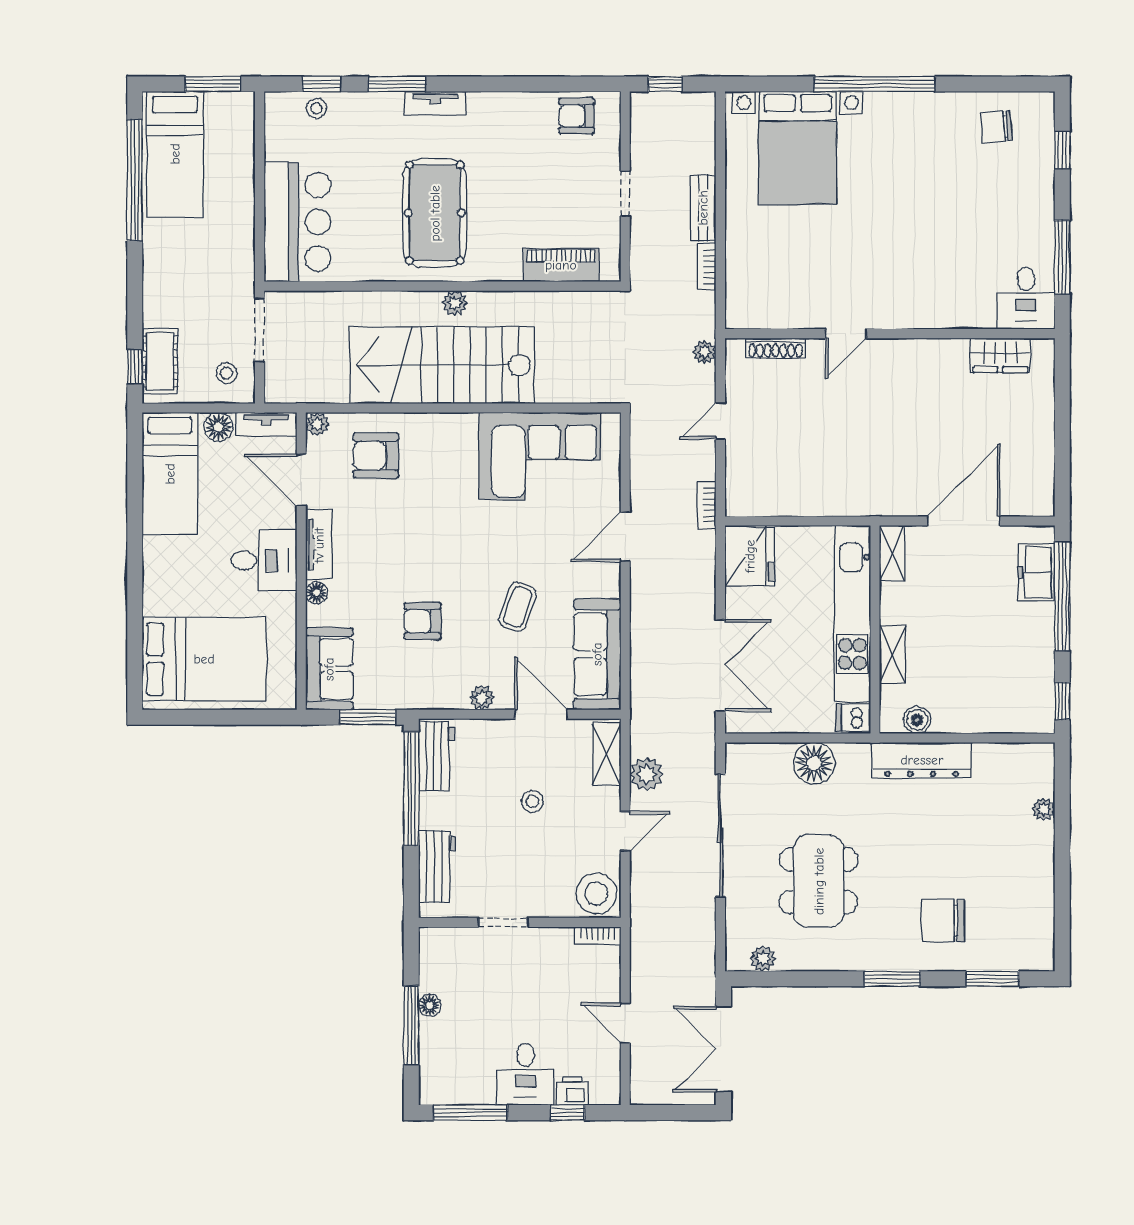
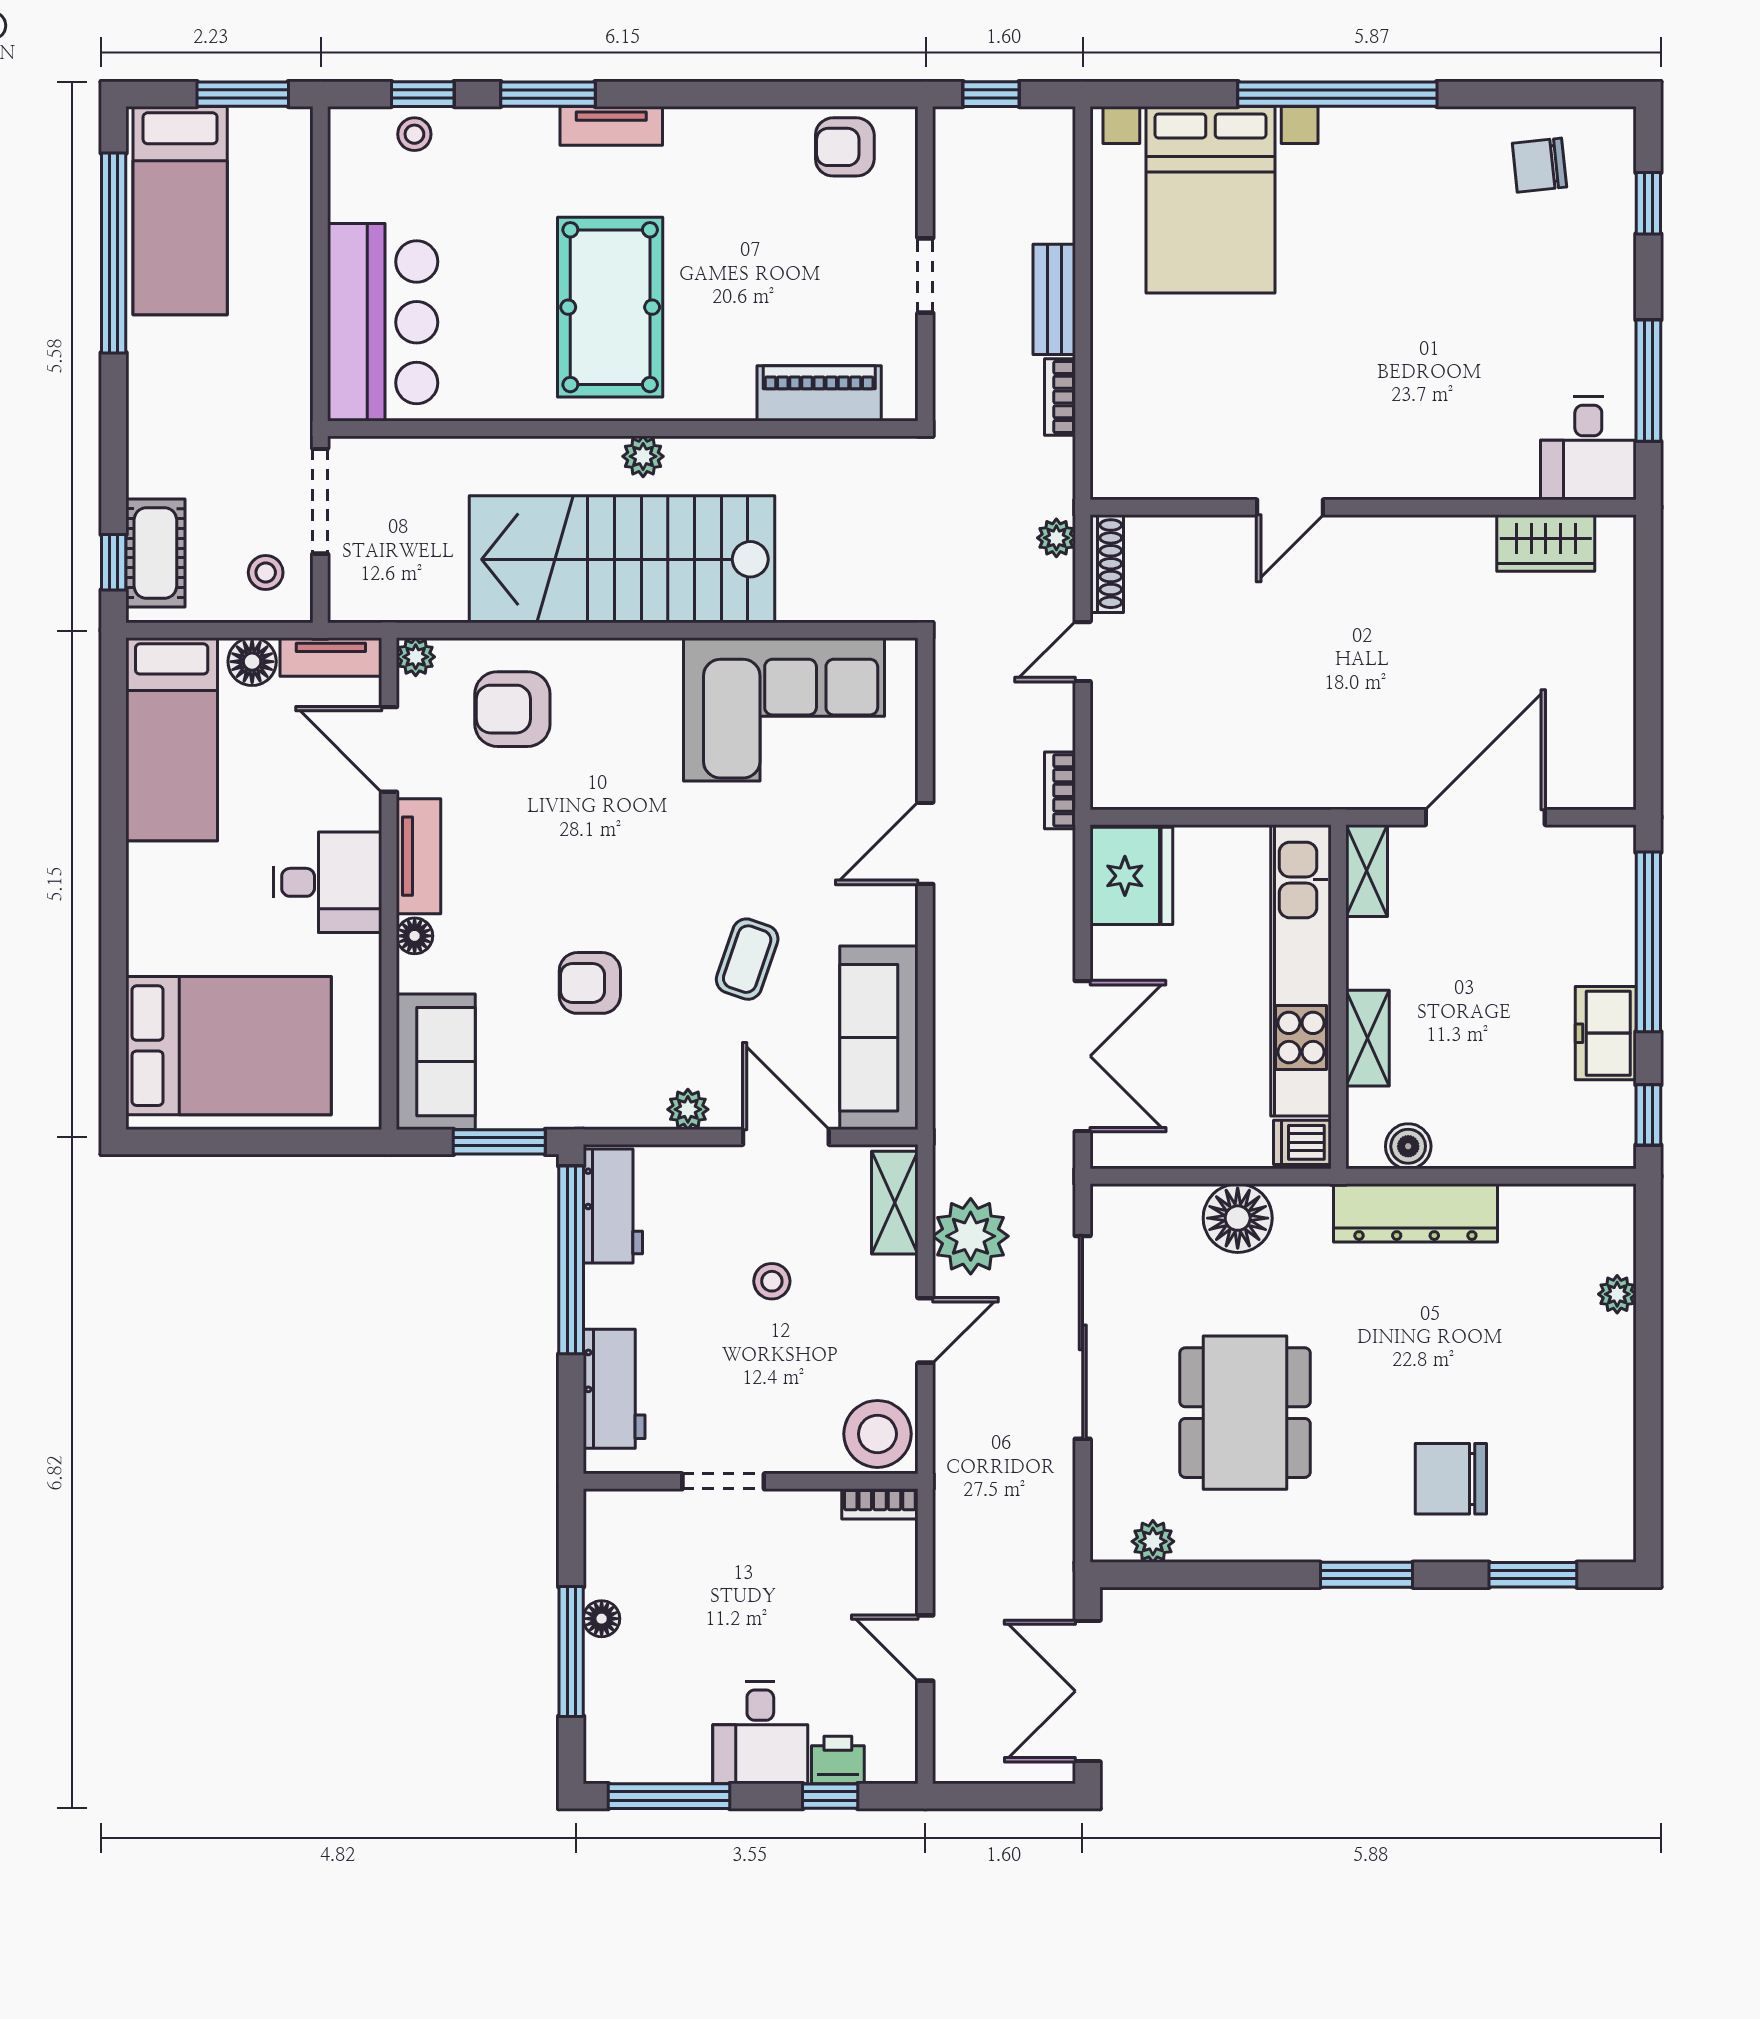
shoe rack: (775, 348) -> (1107, 564), moved, turned -90
freezer: (1037, 572) -> (1606, 1033), moved
plant: (647, 774) -> (971, 1236), width x1.36, depth x1.36

